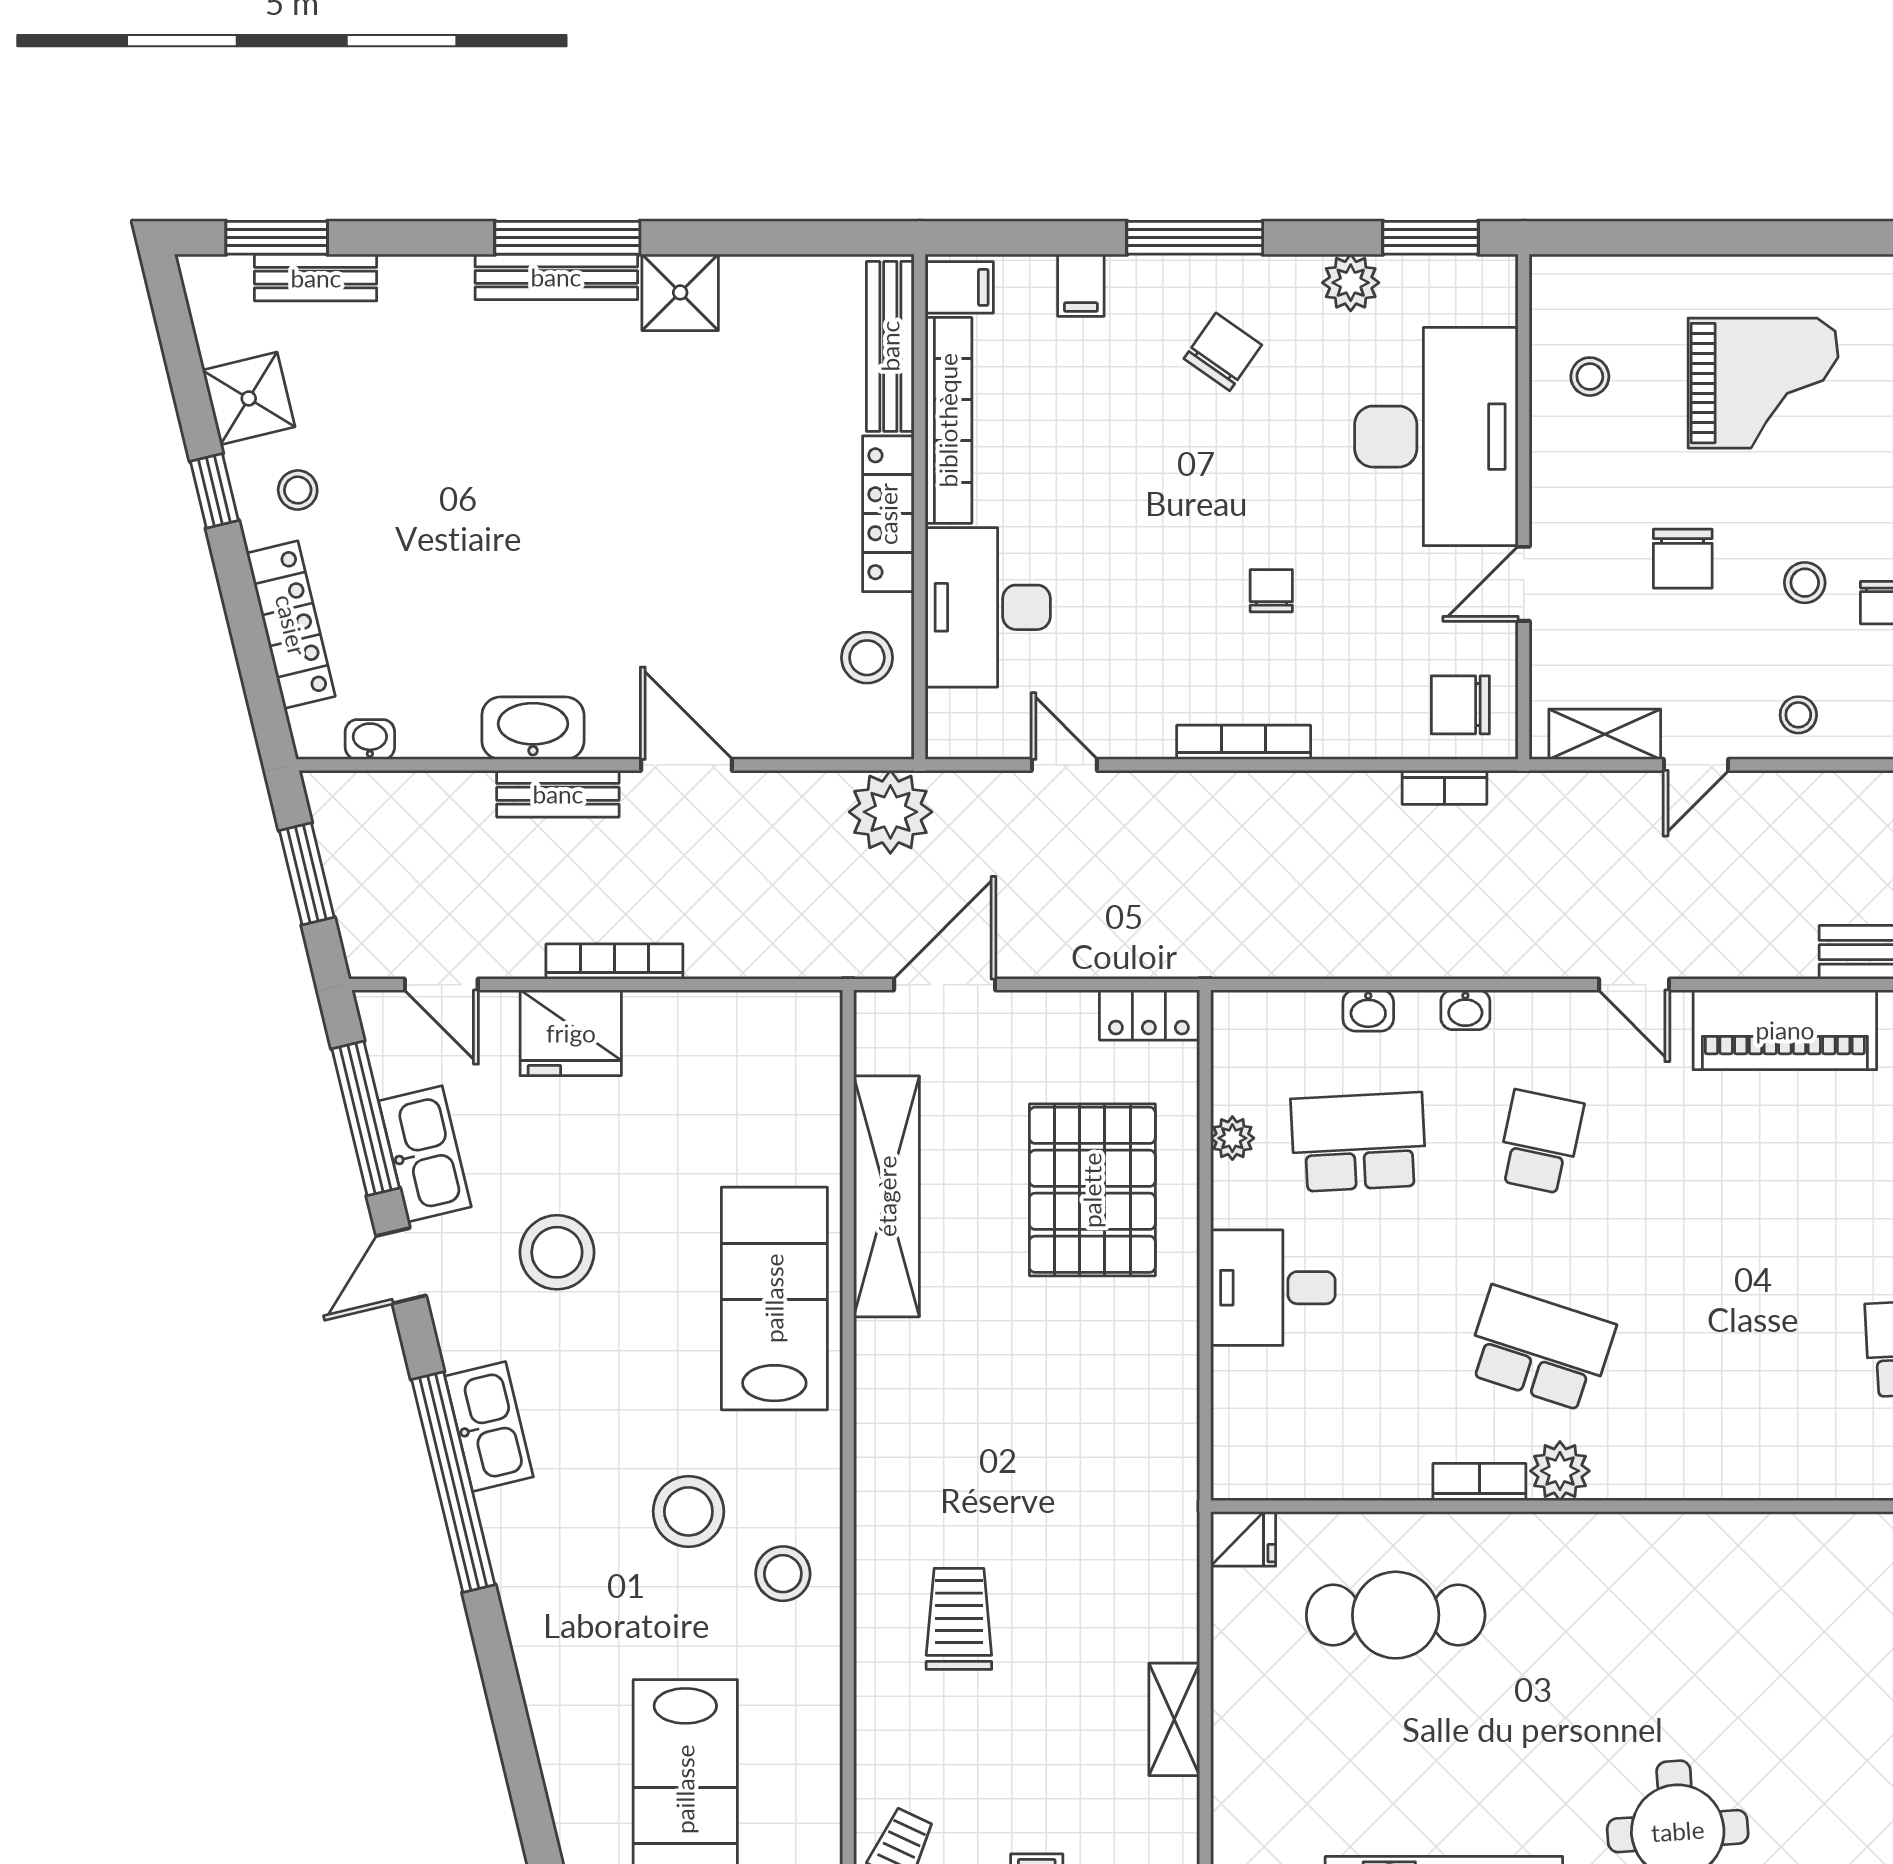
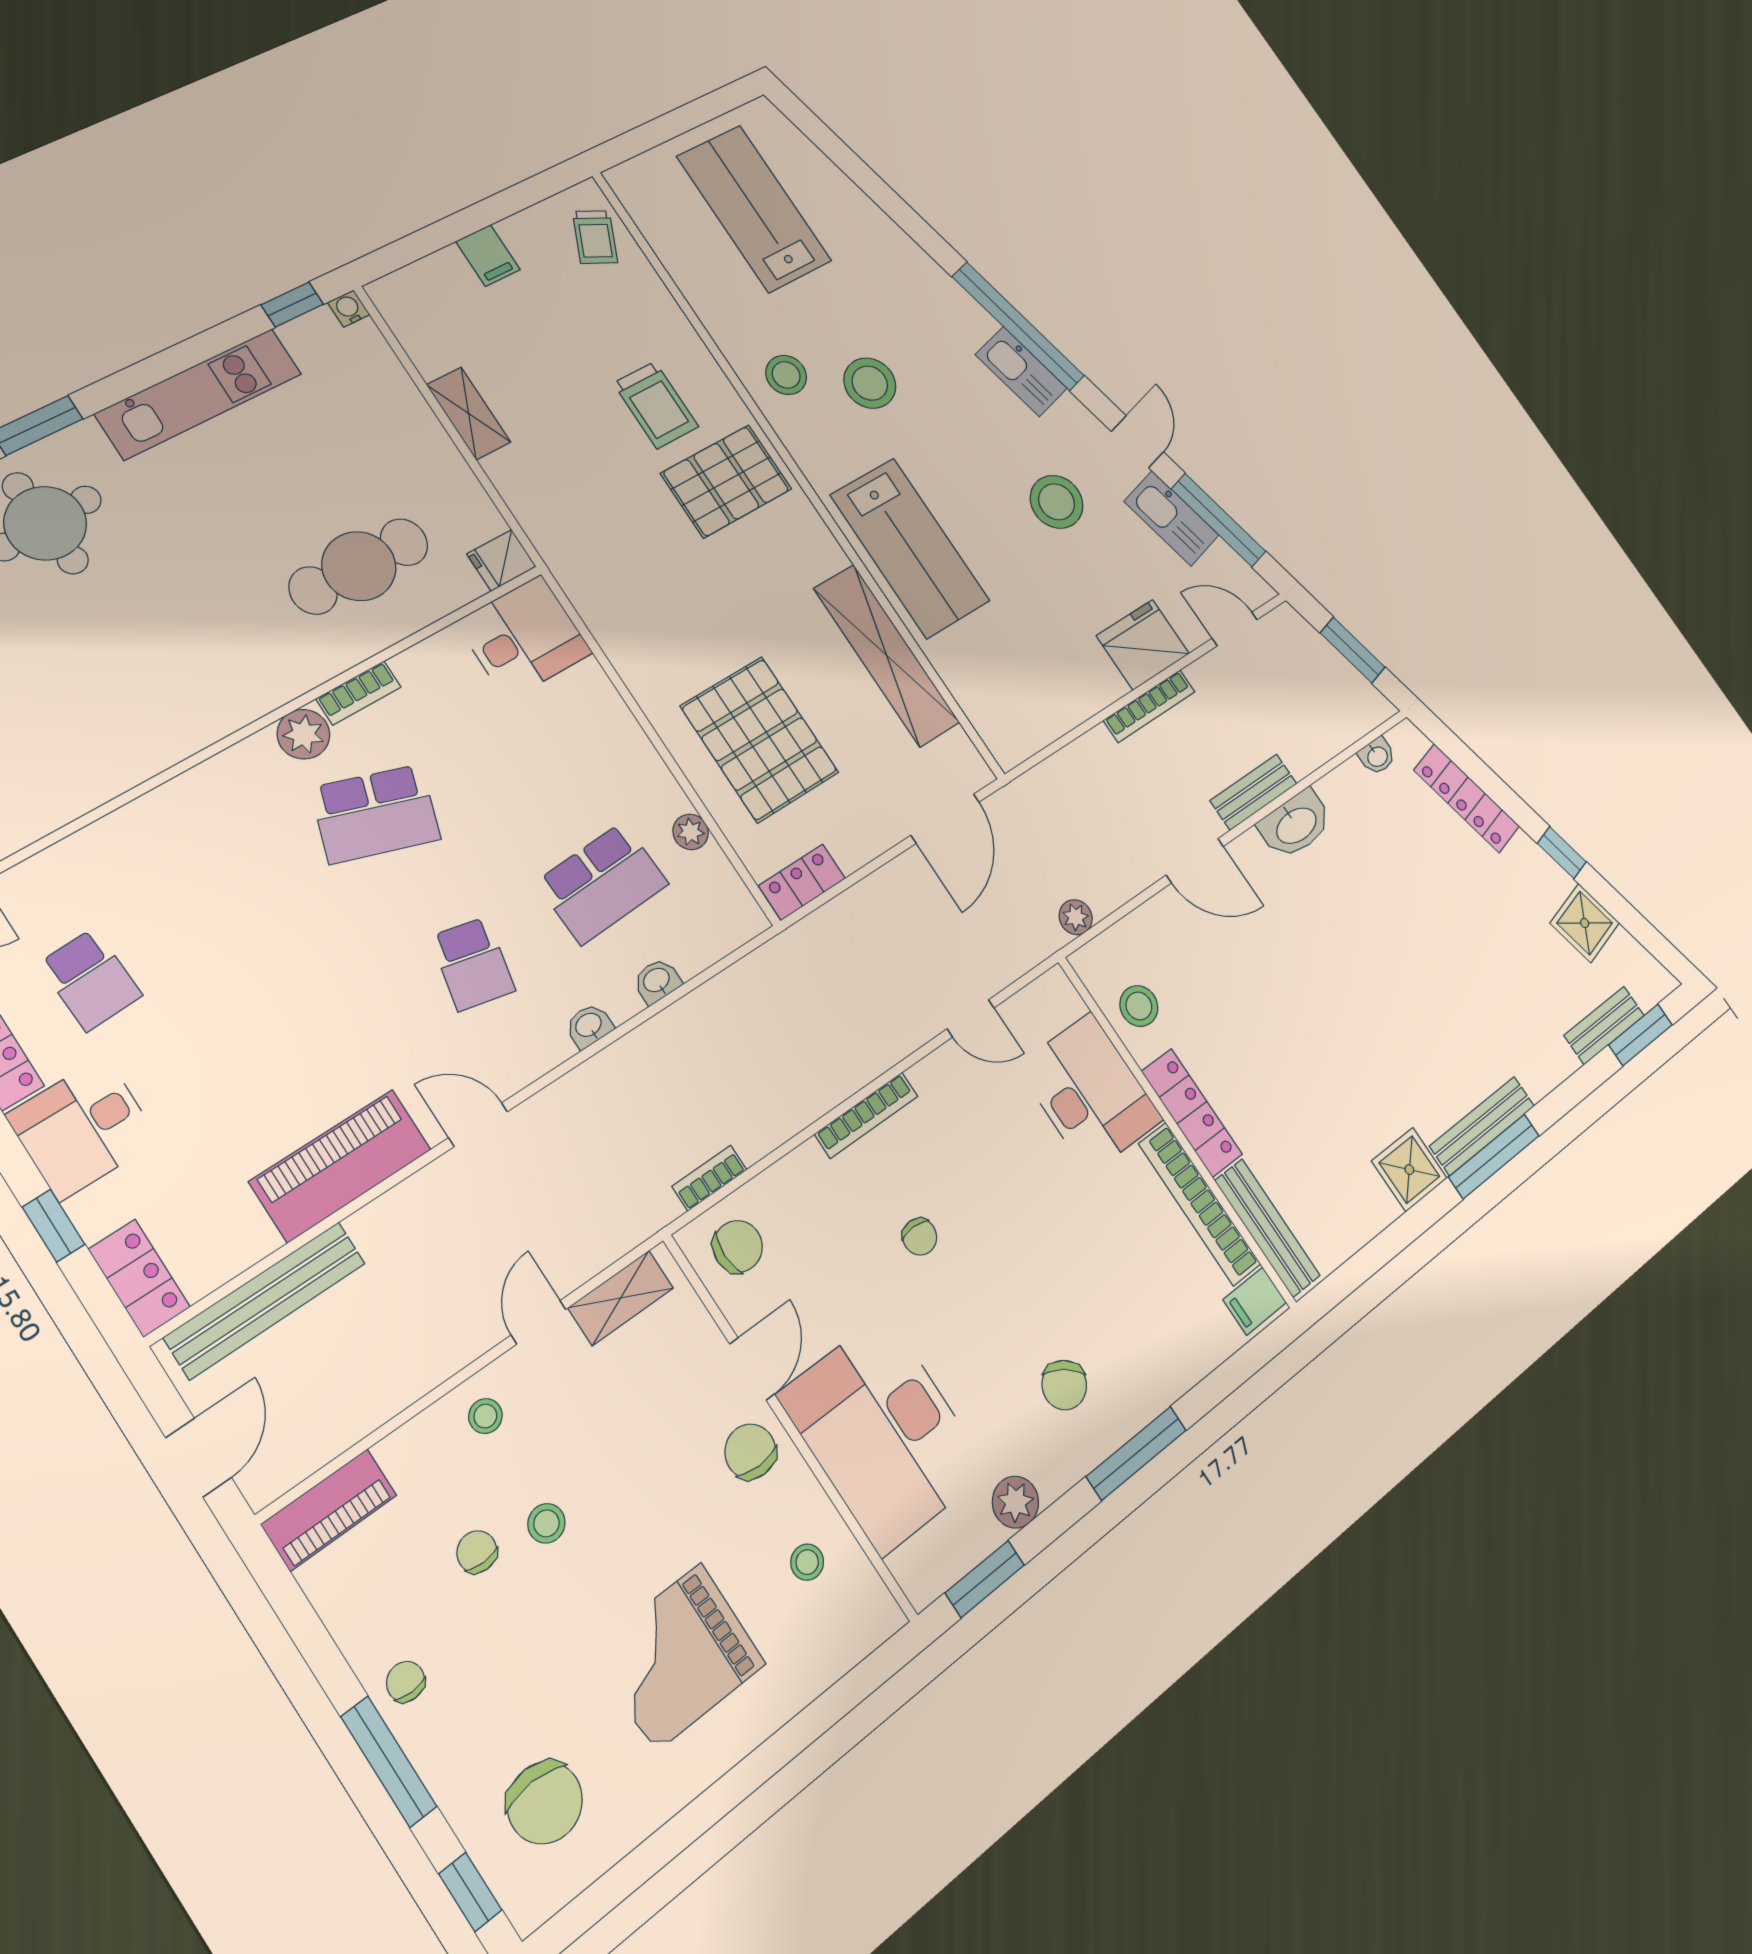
filing cabinet: (1081, 285) -> (1183, 1362), removed
stool: (298, 490) -> (1521, 885), removed
chair: (1683, 559) -> (750, 1452), moved
plant: (890, 812) -> (1076, 917), width x0.53, depth x0.53
desk: (1273, 1288) -> (524, 638), moved
pallet: (937, 1490) -> (726, 481), added

